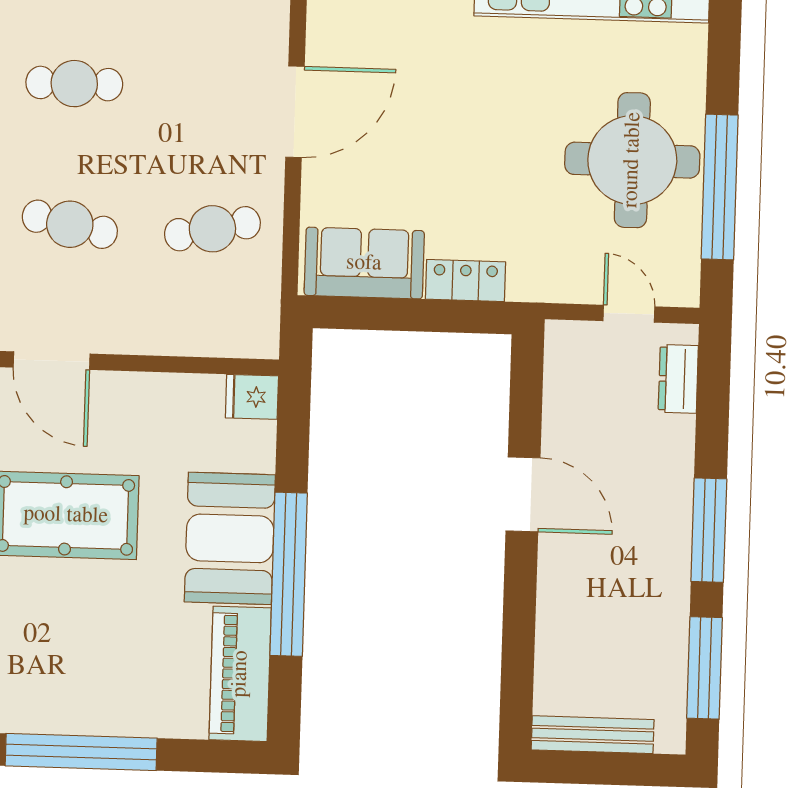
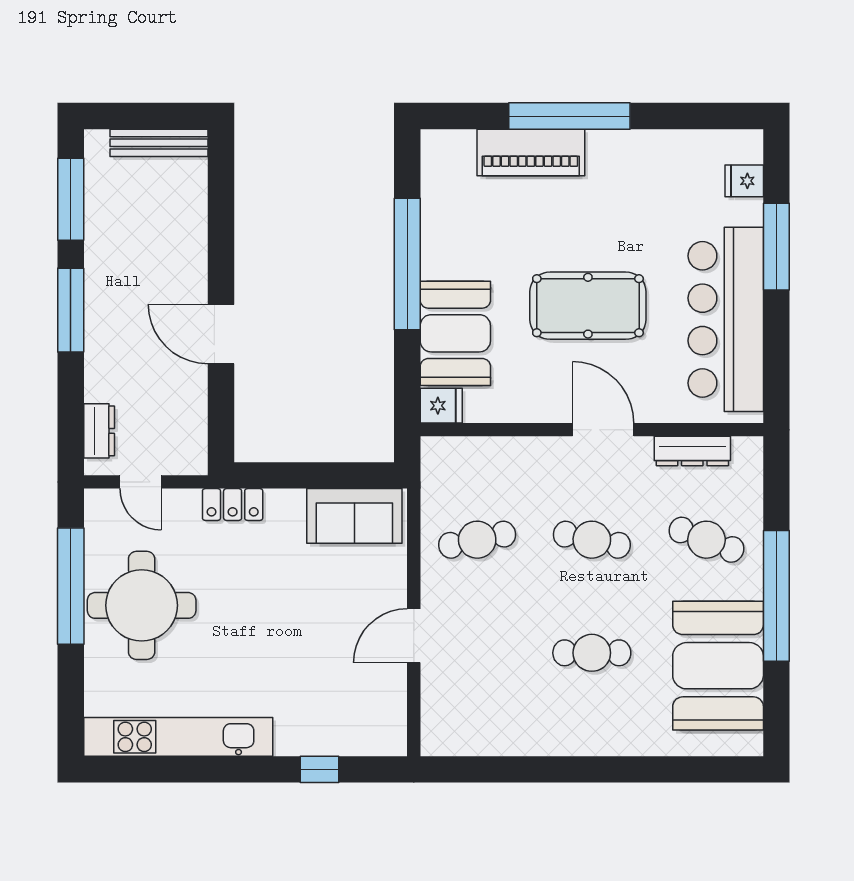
door: (295, 112) -> (414, 636), width x0.73
locker: (466, 281) -> (233, 504), moved
booth: (230, 538) -> (455, 333), moved
piano: (240, 674) -> (531, 152), moved, turned 90

